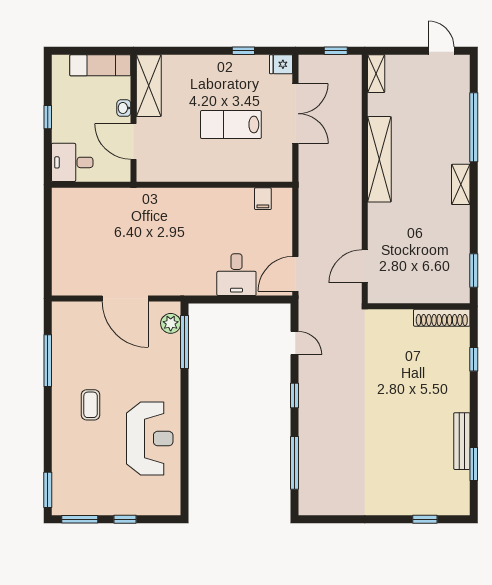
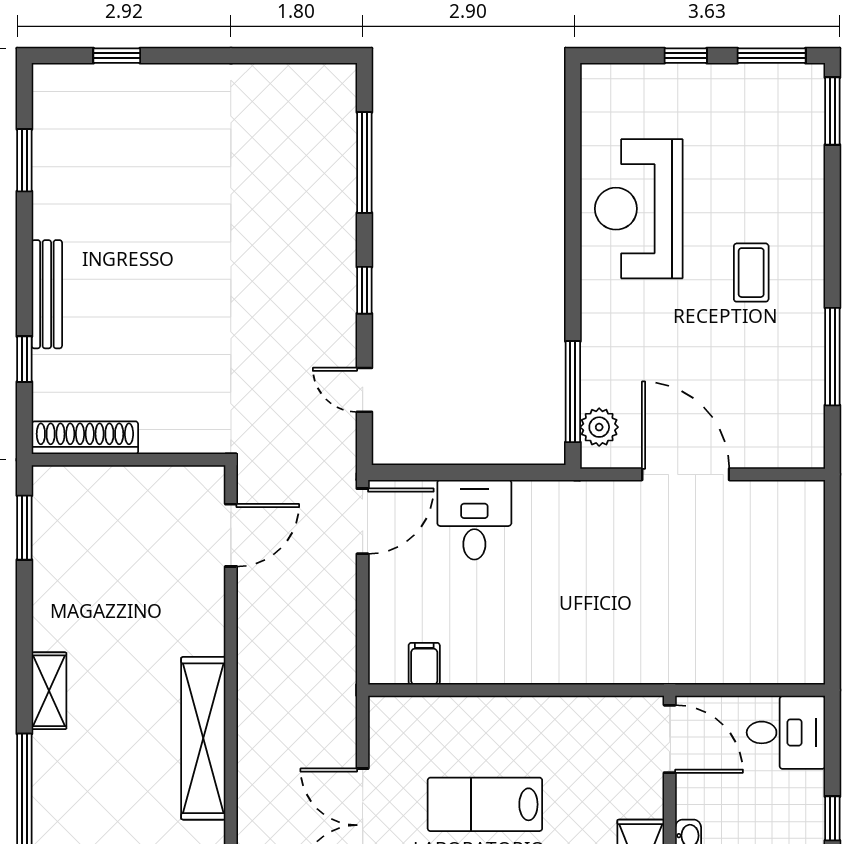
lab bench: (231, 125) -> (485, 804), turned 180
door: (133, 141) -> (670, 739), moved
bench: (462, 441) -> (47, 294), moved

